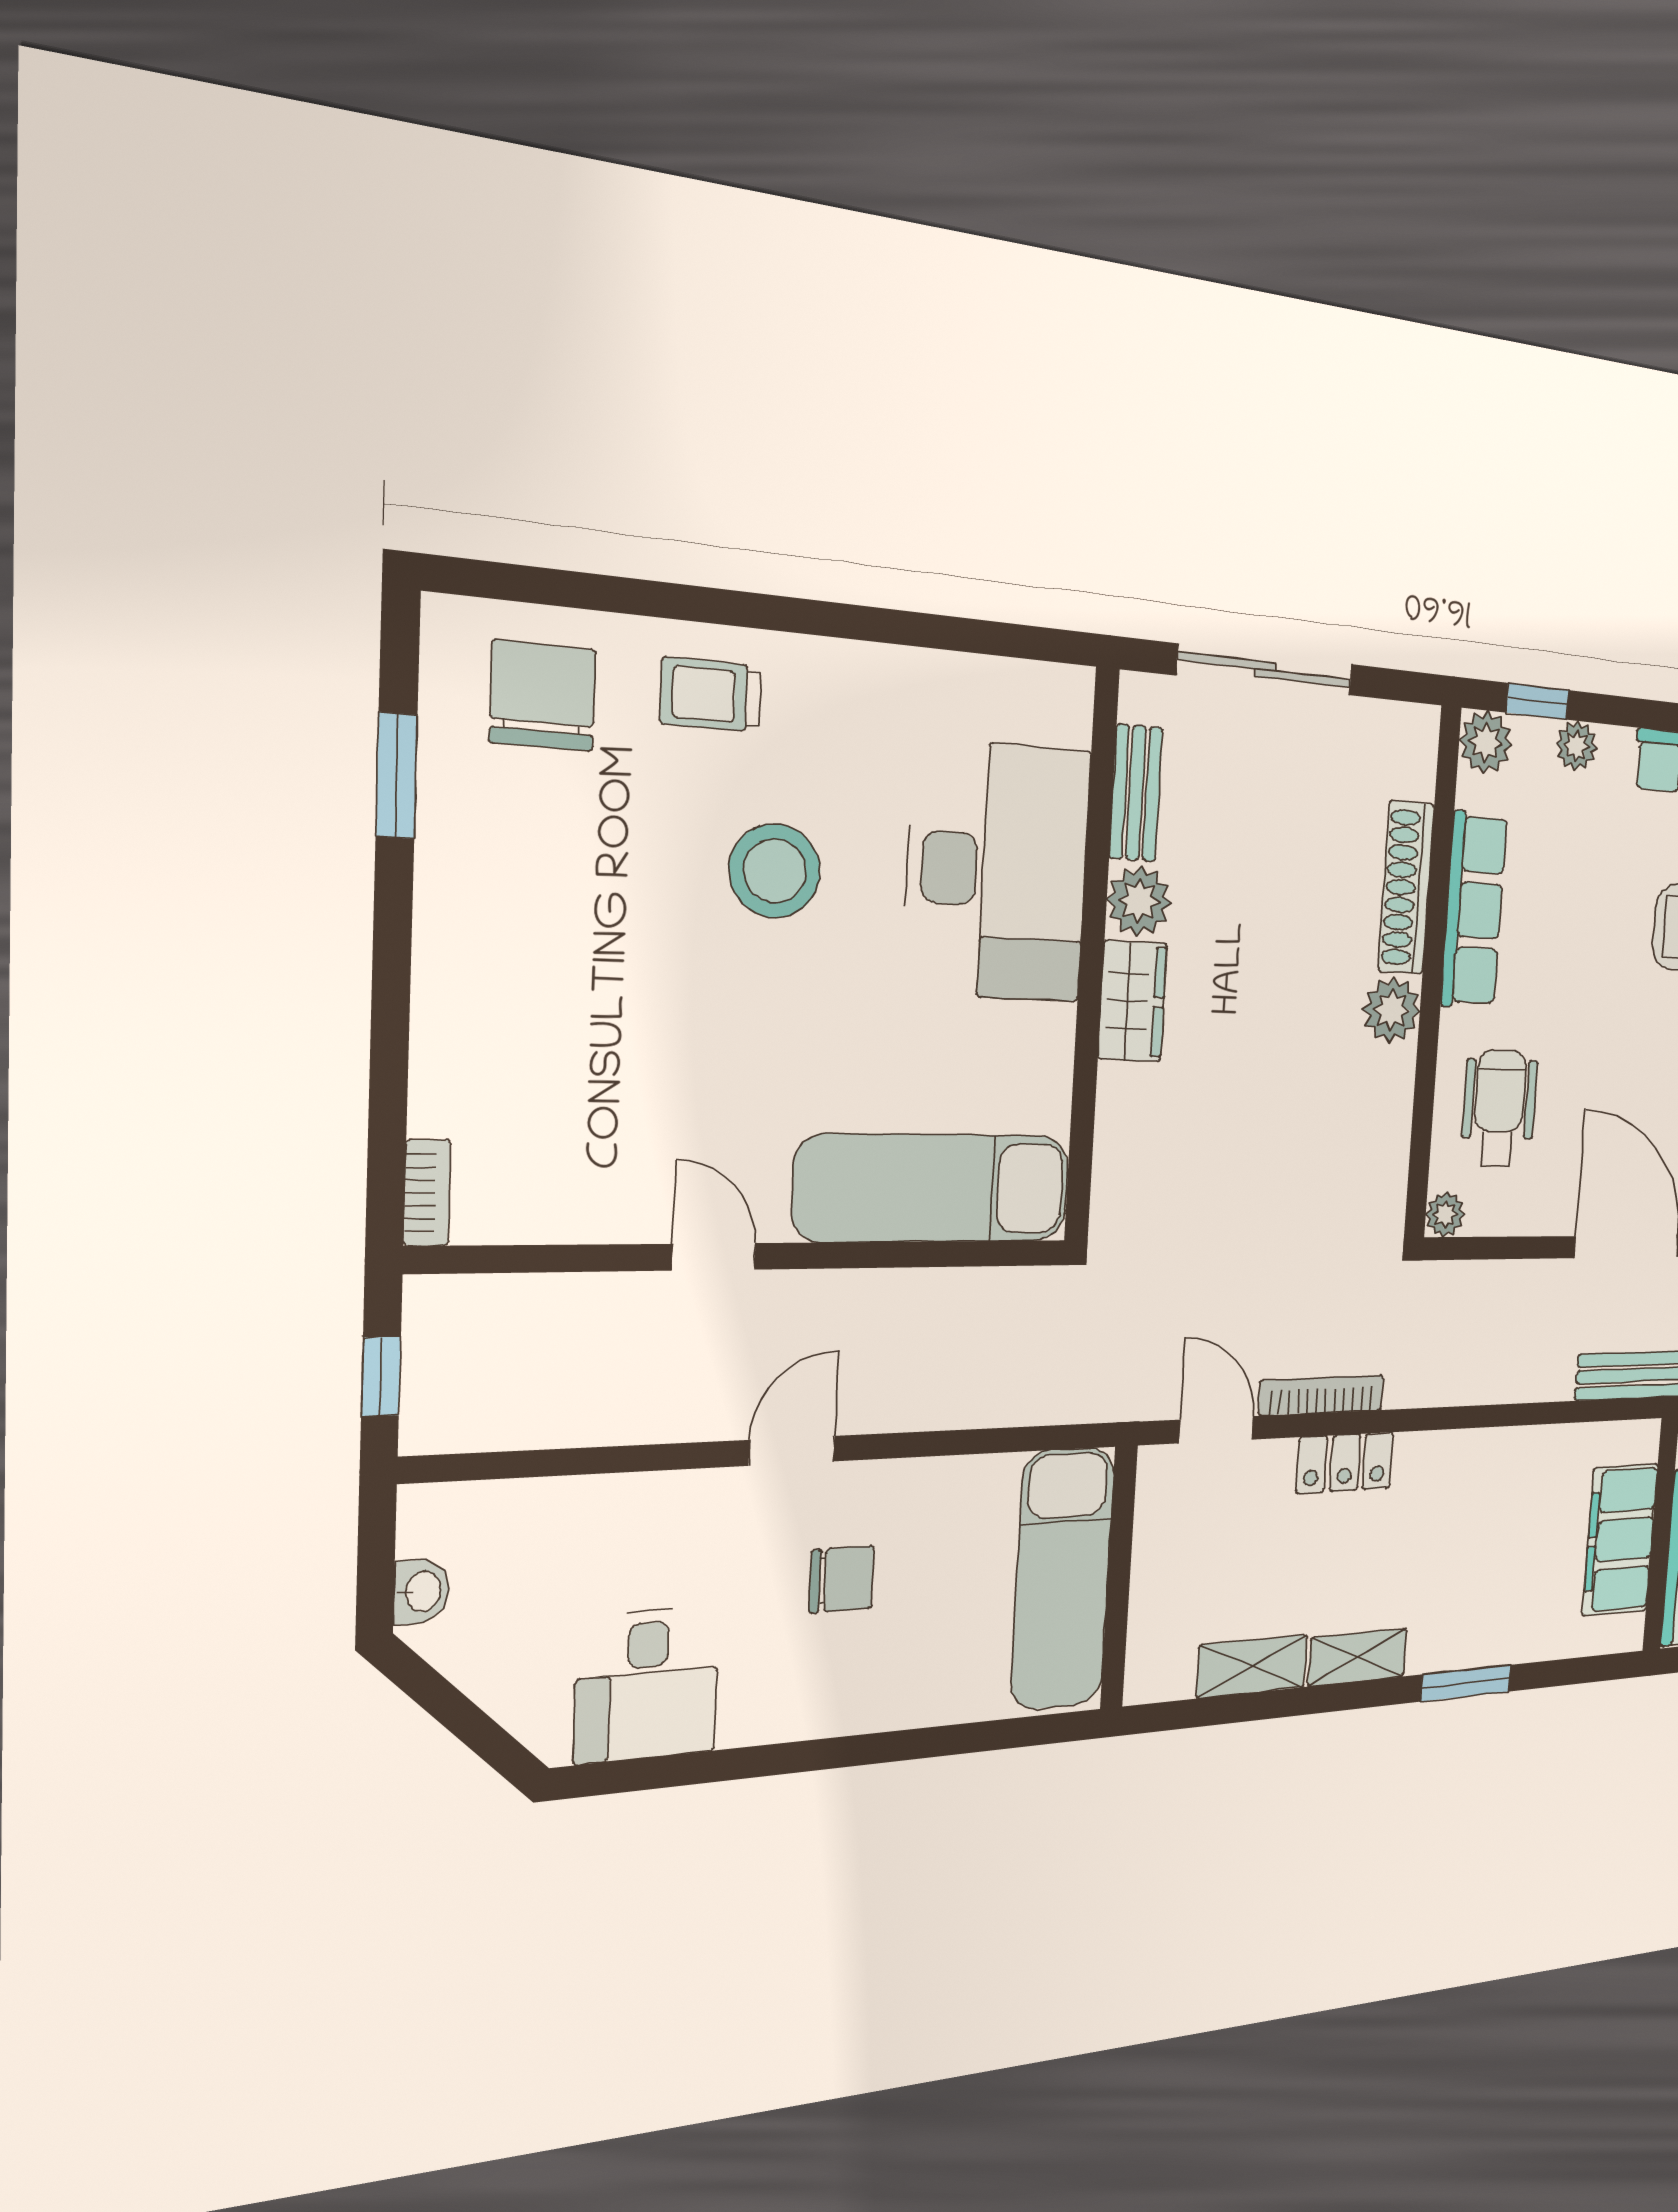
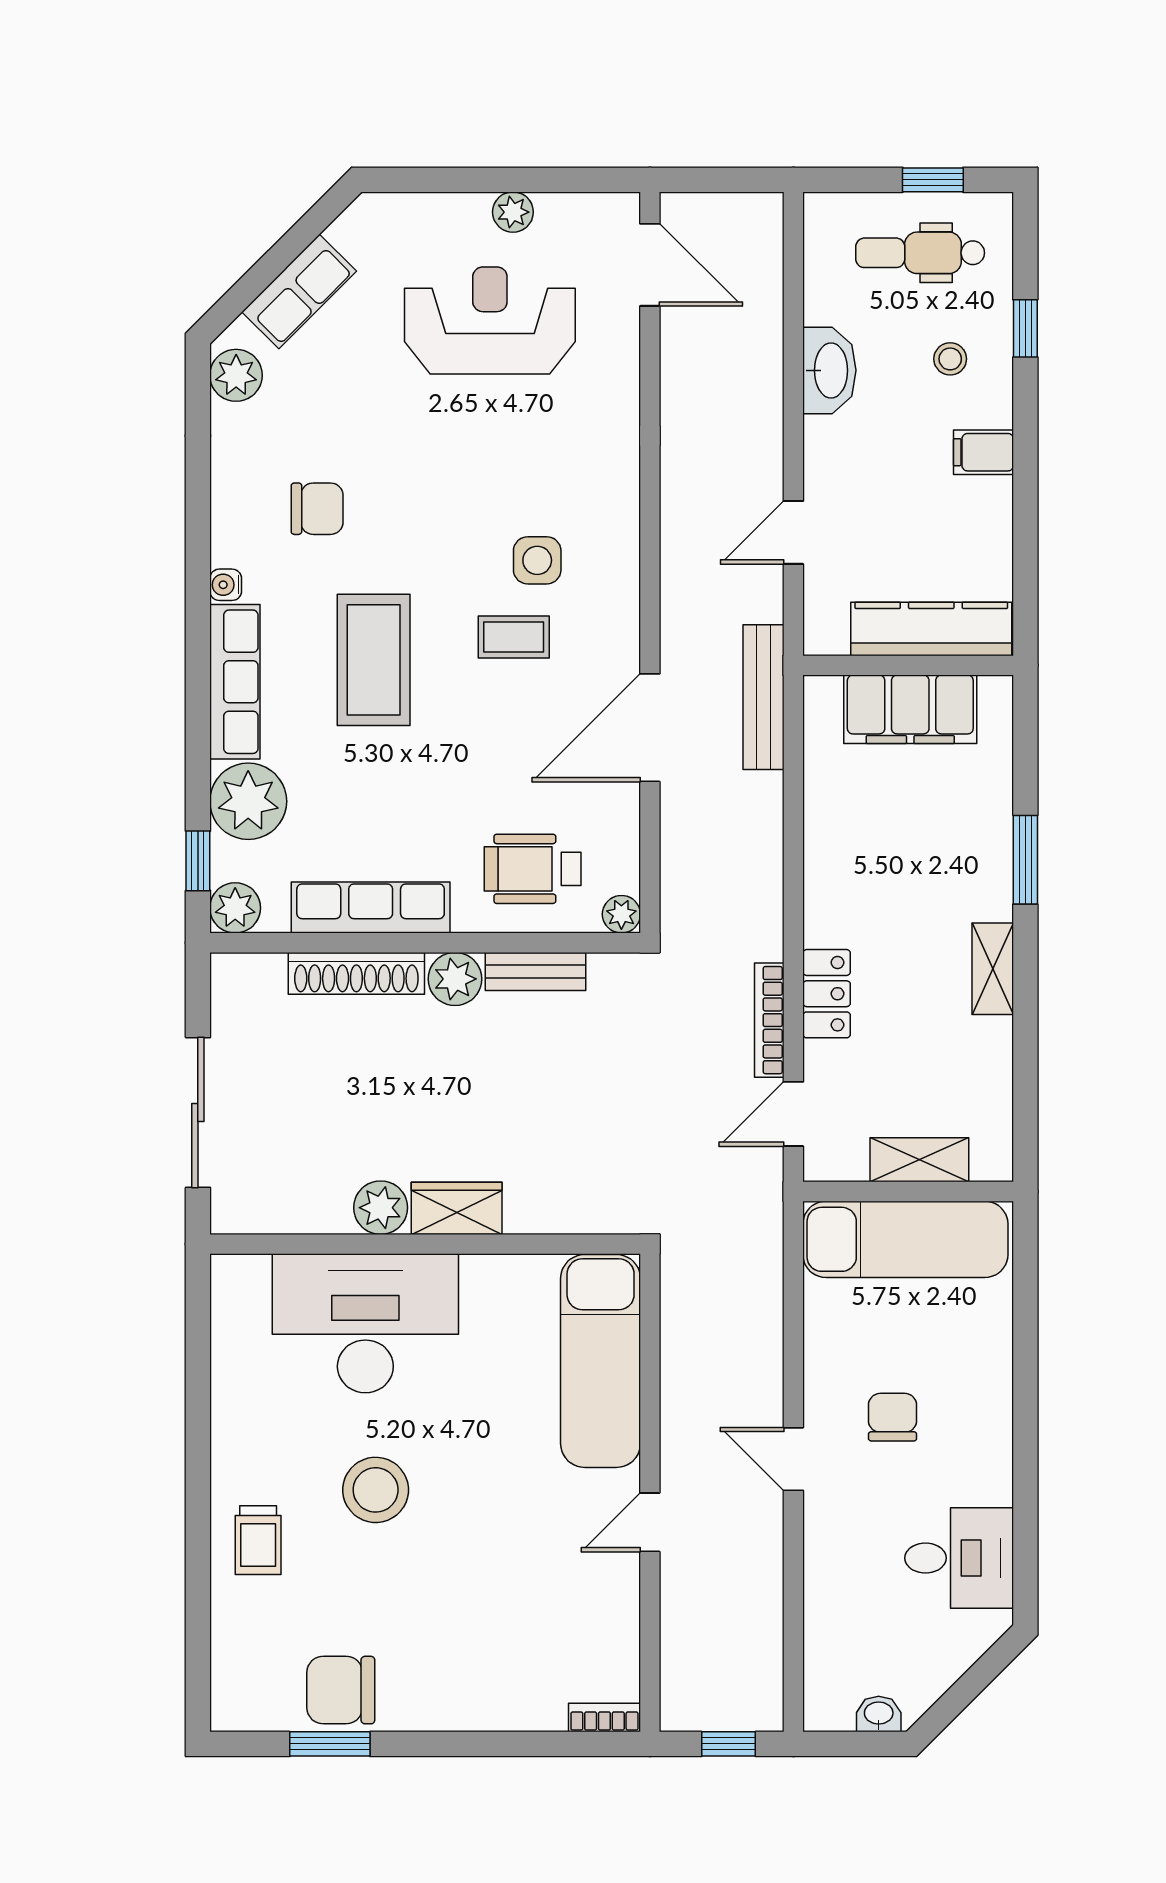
chair: (543, 696) -> (341, 1690), moved
plant: (1576, 746) -> (248, 801), width x1.87, depth x1.87
bench: (1136, 793) -> (536, 971), moved
shelving: (1252, 1666) -> (919, 1160), moved, turned 90

